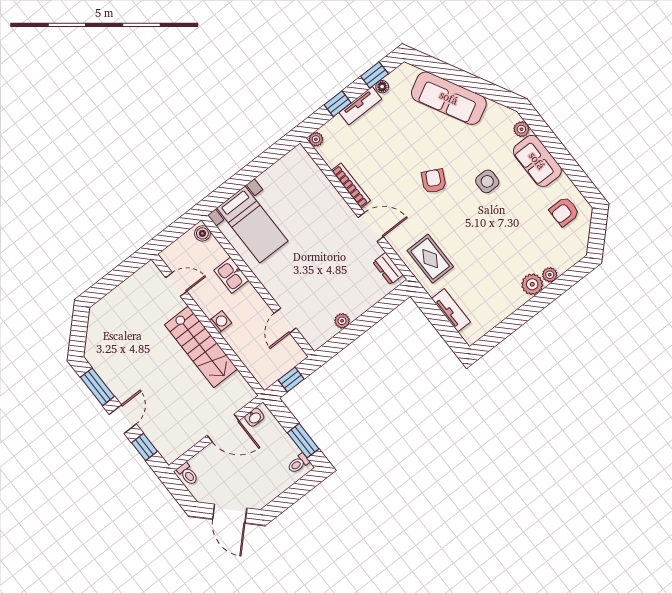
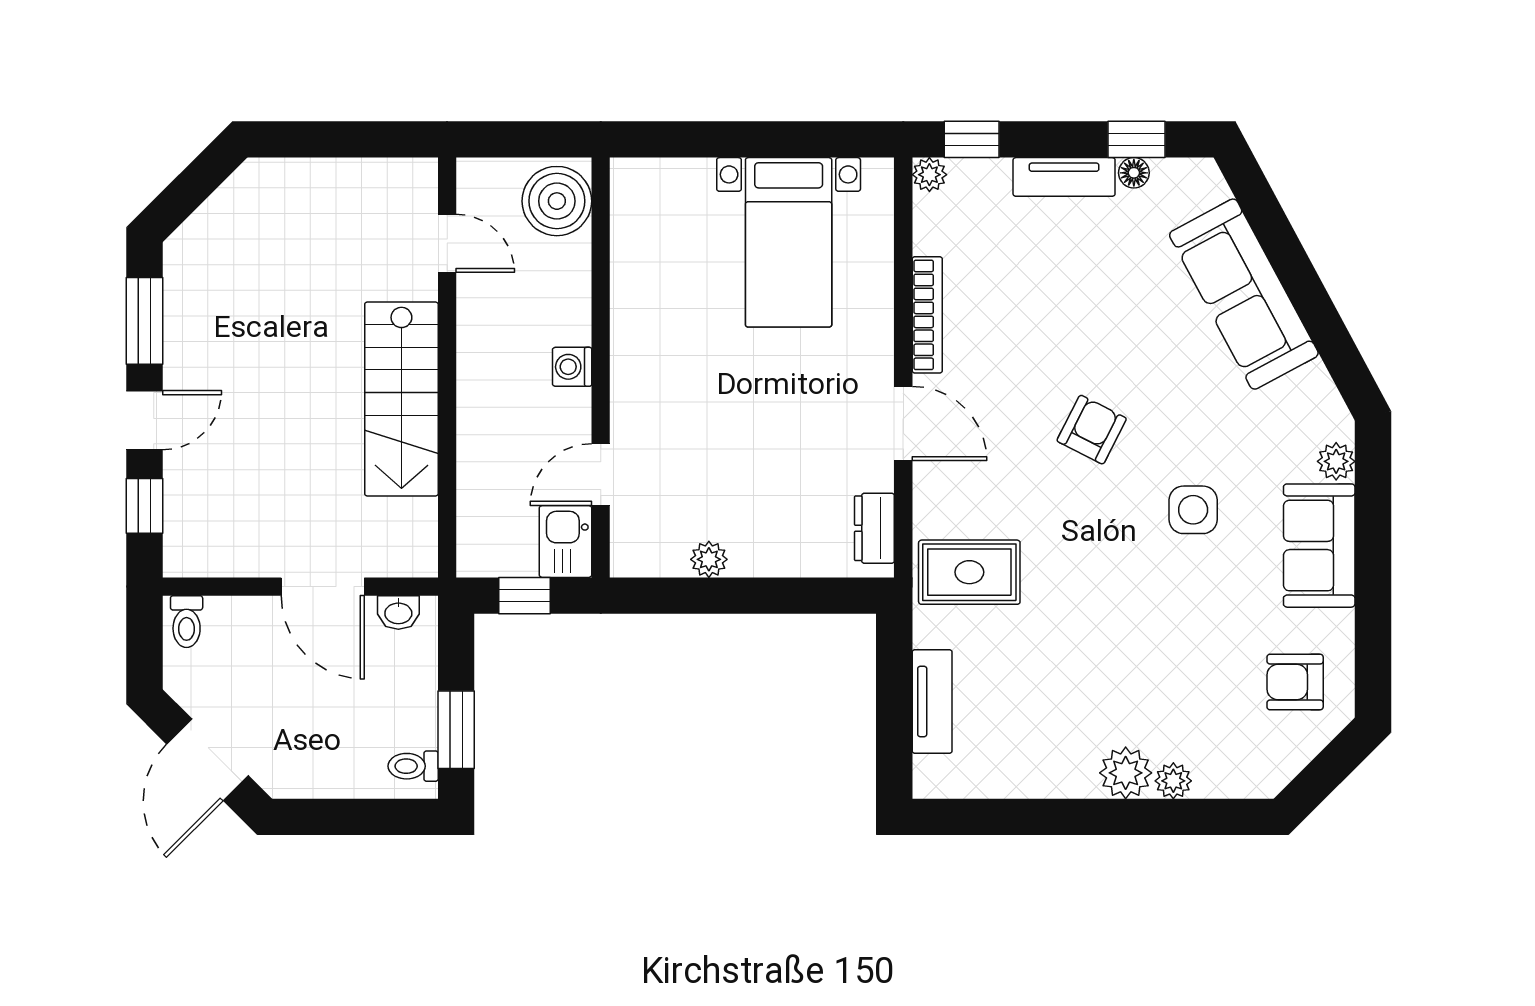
window: (338, 104) -> (972, 139), moved
bed with nightstands: (252, 224) -> (789, 242), moved
boiler: (202, 233) -> (557, 201), width x1.86, depth x1.86
rug: (430, 259) -> (969, 572), turned 90
kitchen sink: (231, 275) -> (566, 541), moved
washing machine: (220, 322) -> (572, 367), moved, turned 180

